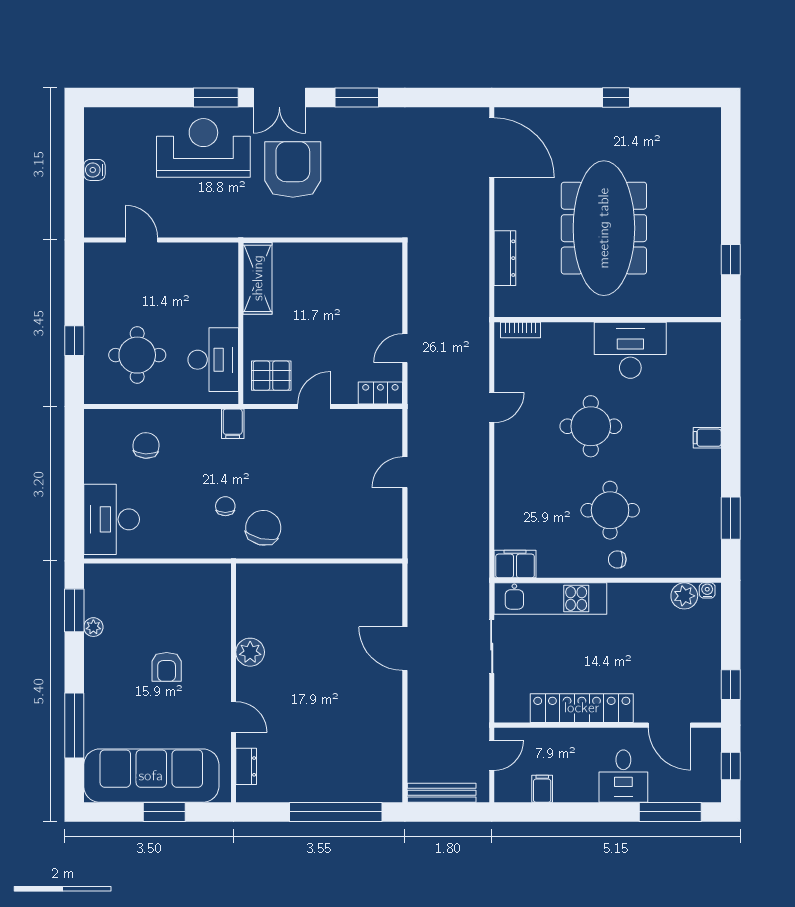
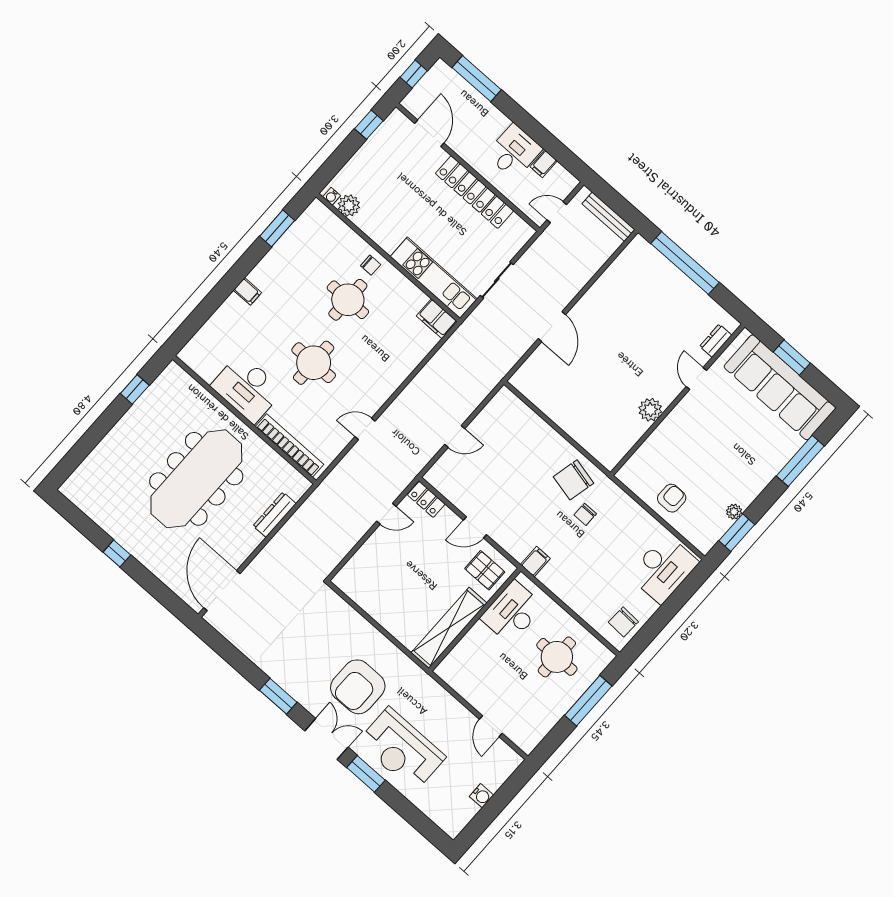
shelving: (258, 278) -> (449, 628), width x1.47
bookcase: (521, 330) -> (289, 445), width x2.31, depth x1.31
window: (74, 341) -> (588, 701), width x2.17
chair: (146, 446) -> (623, 622), moved
armchair: (167, 667) -> (672, 498), moved
desk: (623, 776) -> (514, 152), moved

